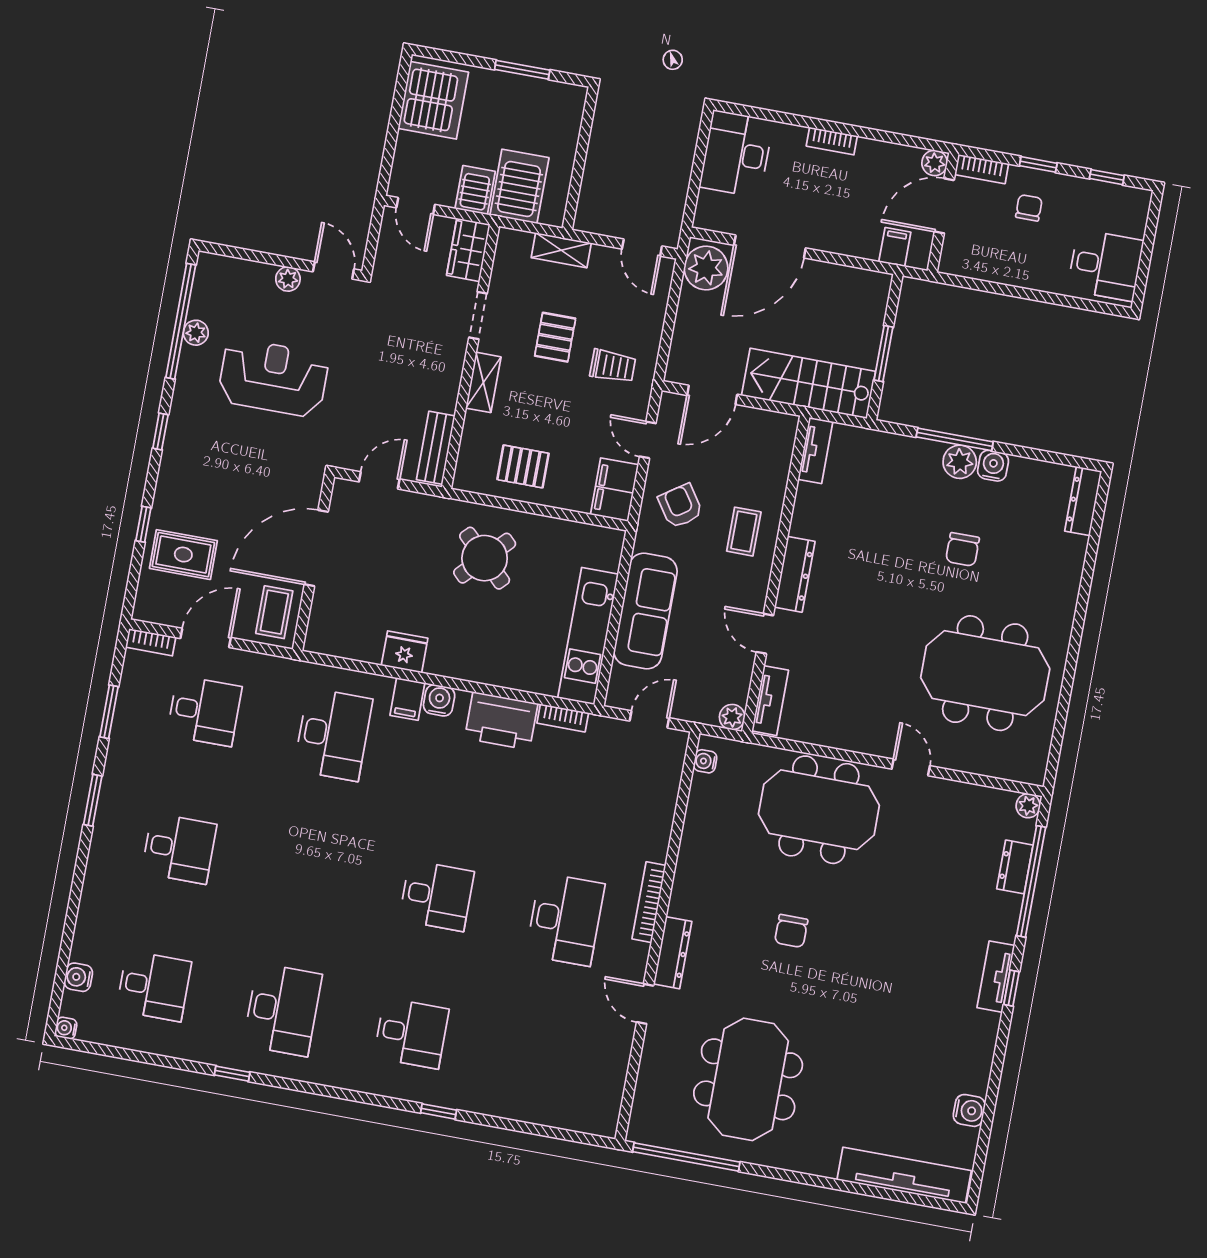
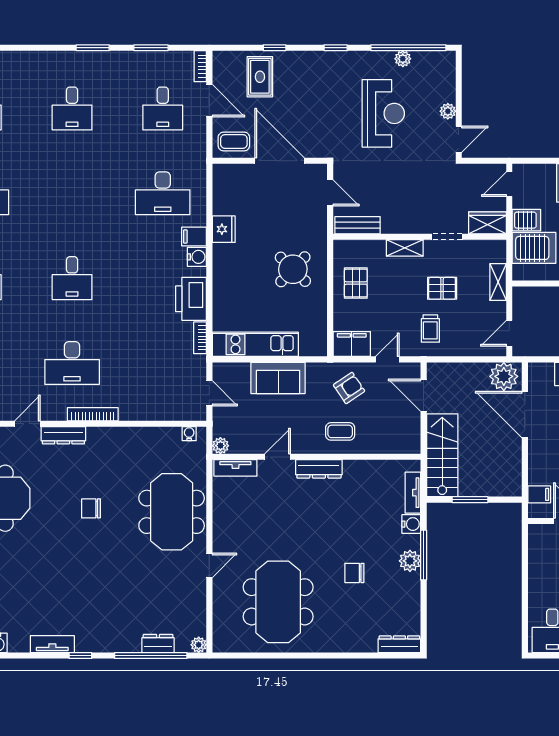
tv unit: (815, 450) -> (413, 493), moved, turned 90
water cooler: (993, 466) -> (411, 524), moved
sofa: (645, 611) -> (278, 378), width x0.73
tv unit: (996, 977) -> (52, 644), moved

